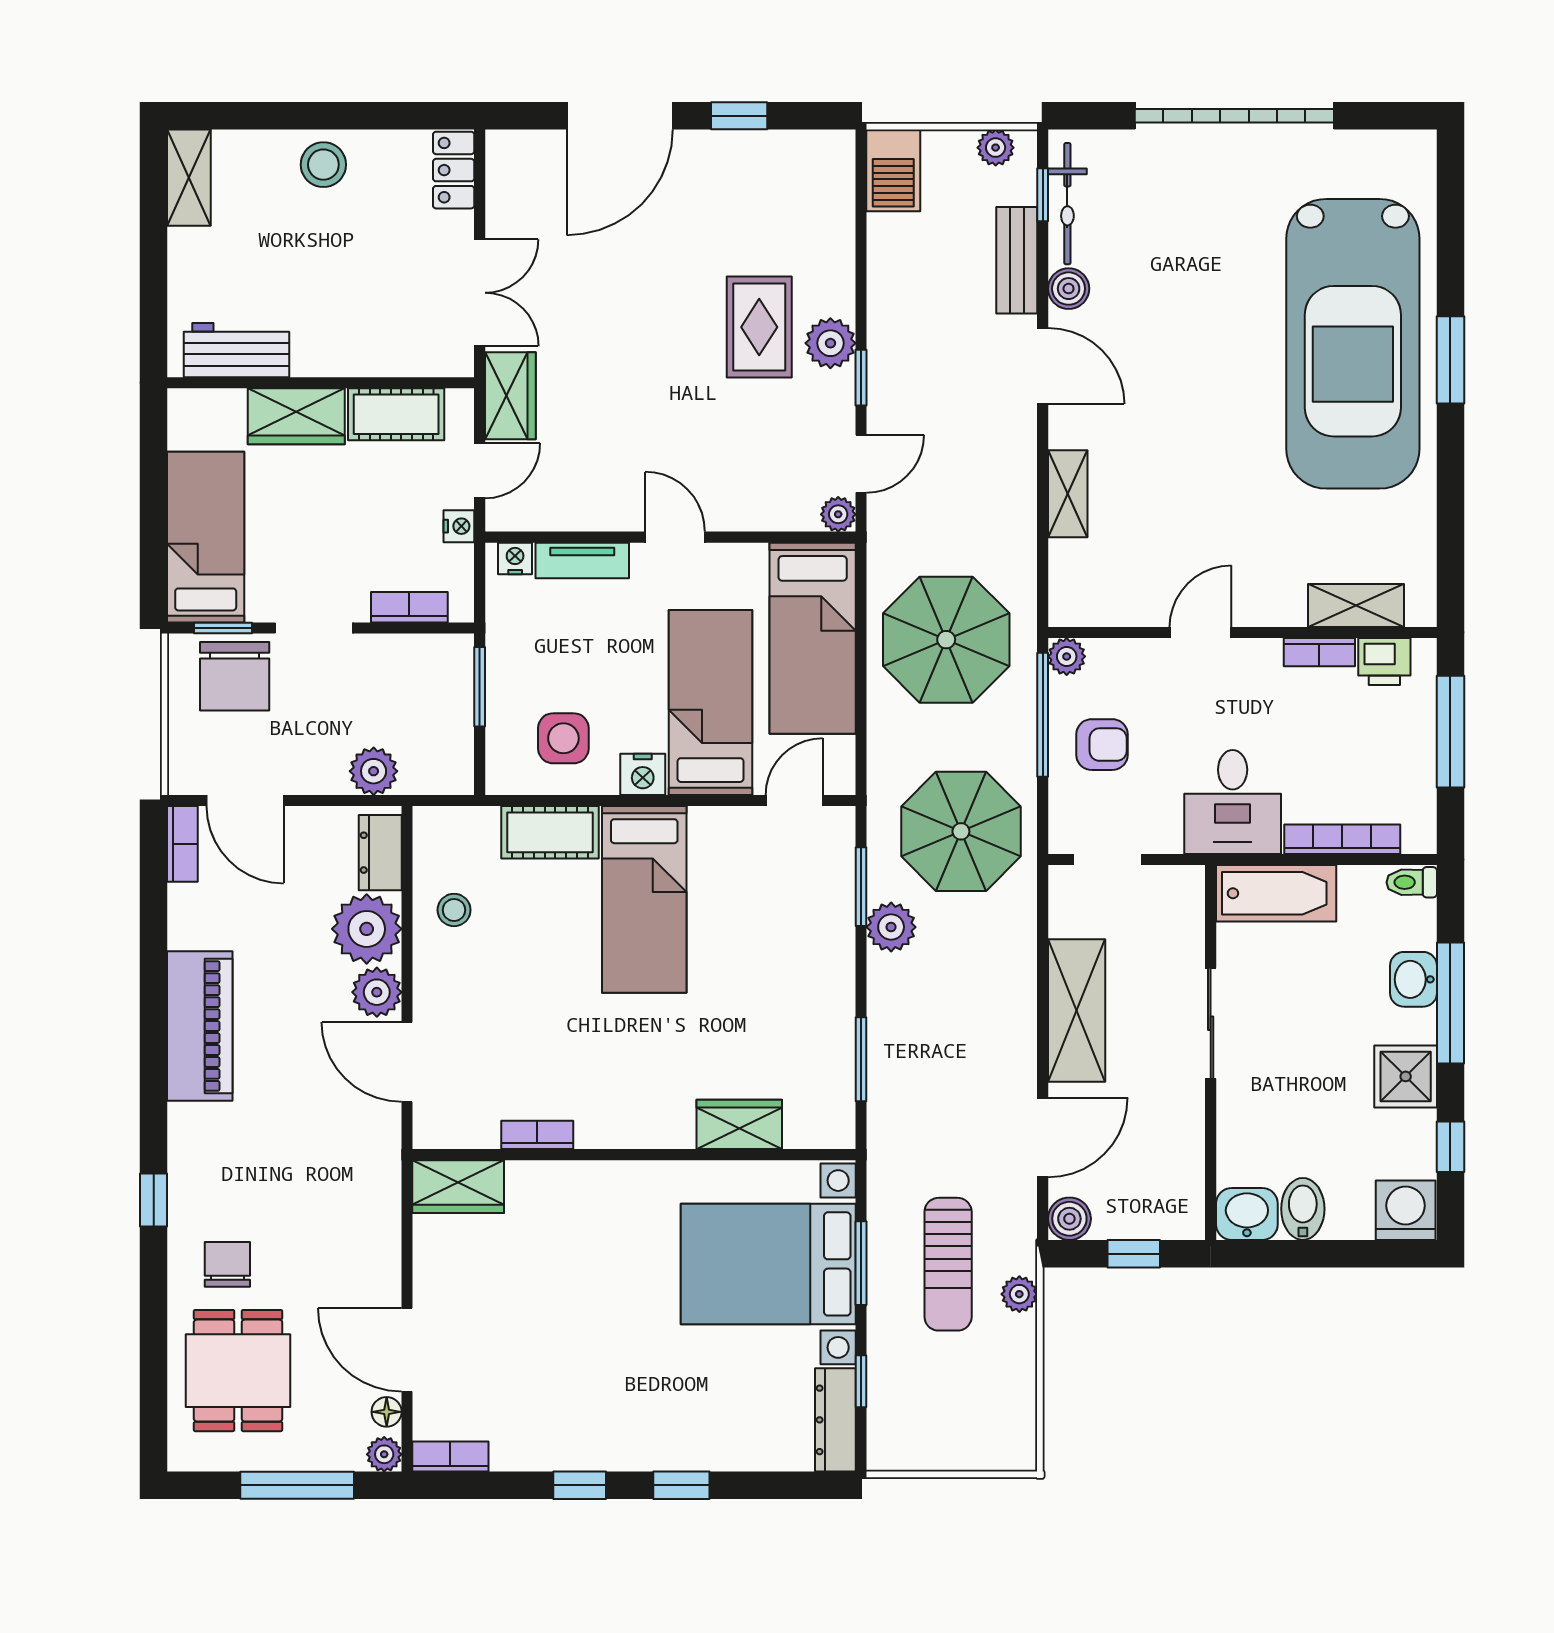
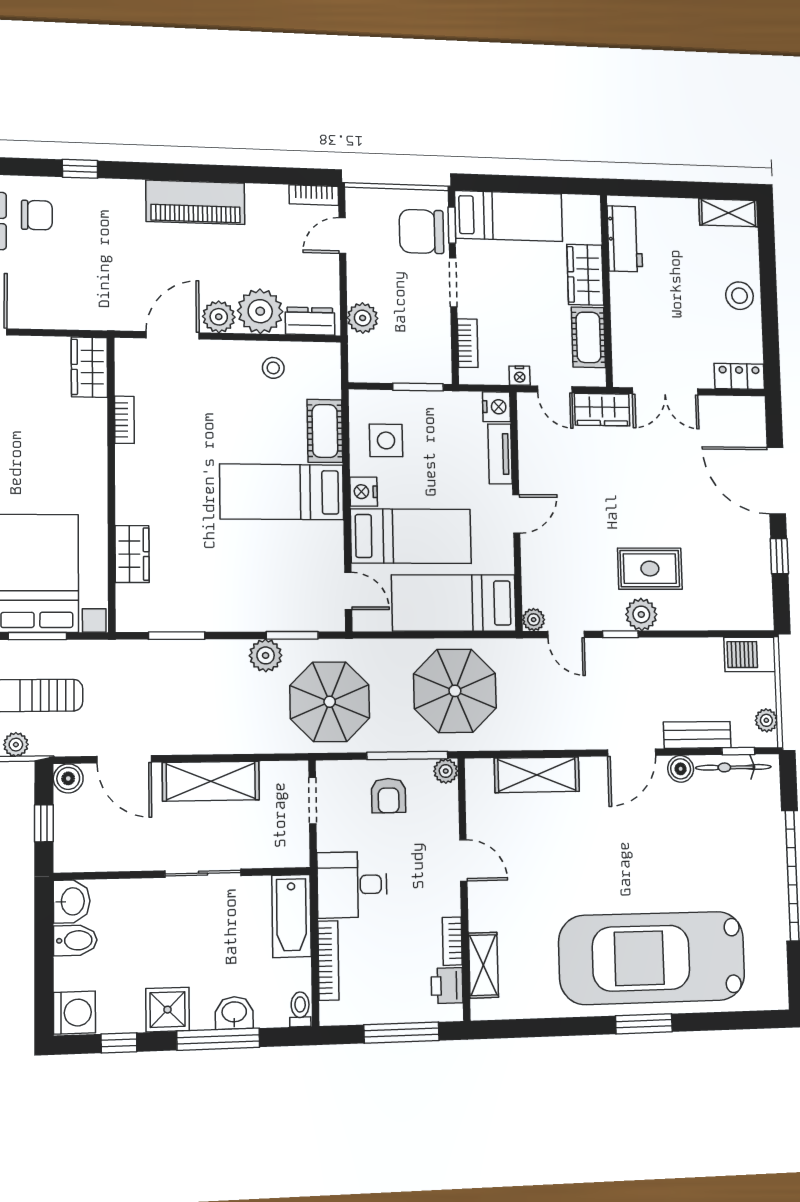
shelving: (1068, 494) -> (537, 775), width x1.50, depth x1.33
nightstand: (515, 559) -> (496, 407), width x1.39, depth x1.35
door: (245, 801) -> (342, 236), width x0.73

